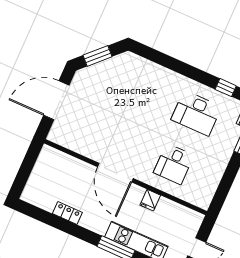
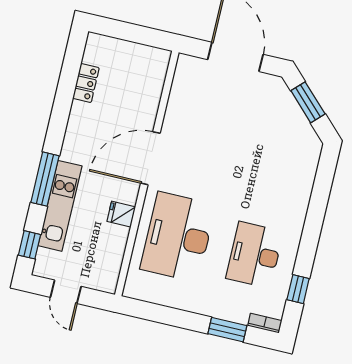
desk: (174, 164) -> (178, 237), width x1.87, depth x1.30
locker: (67, 213) -> (86, 83), moved

